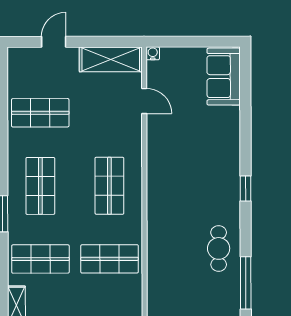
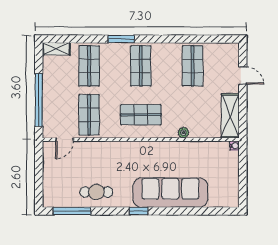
sofa: (224, 77) -> (170, 193), moved, width x1.85, depth x1.27
door: (144, 101) -> (65, 140), moved
plant: (134, 126) -> (183, 133), added
shop shelf: (40, 186) -> (141, 66), turned 90

